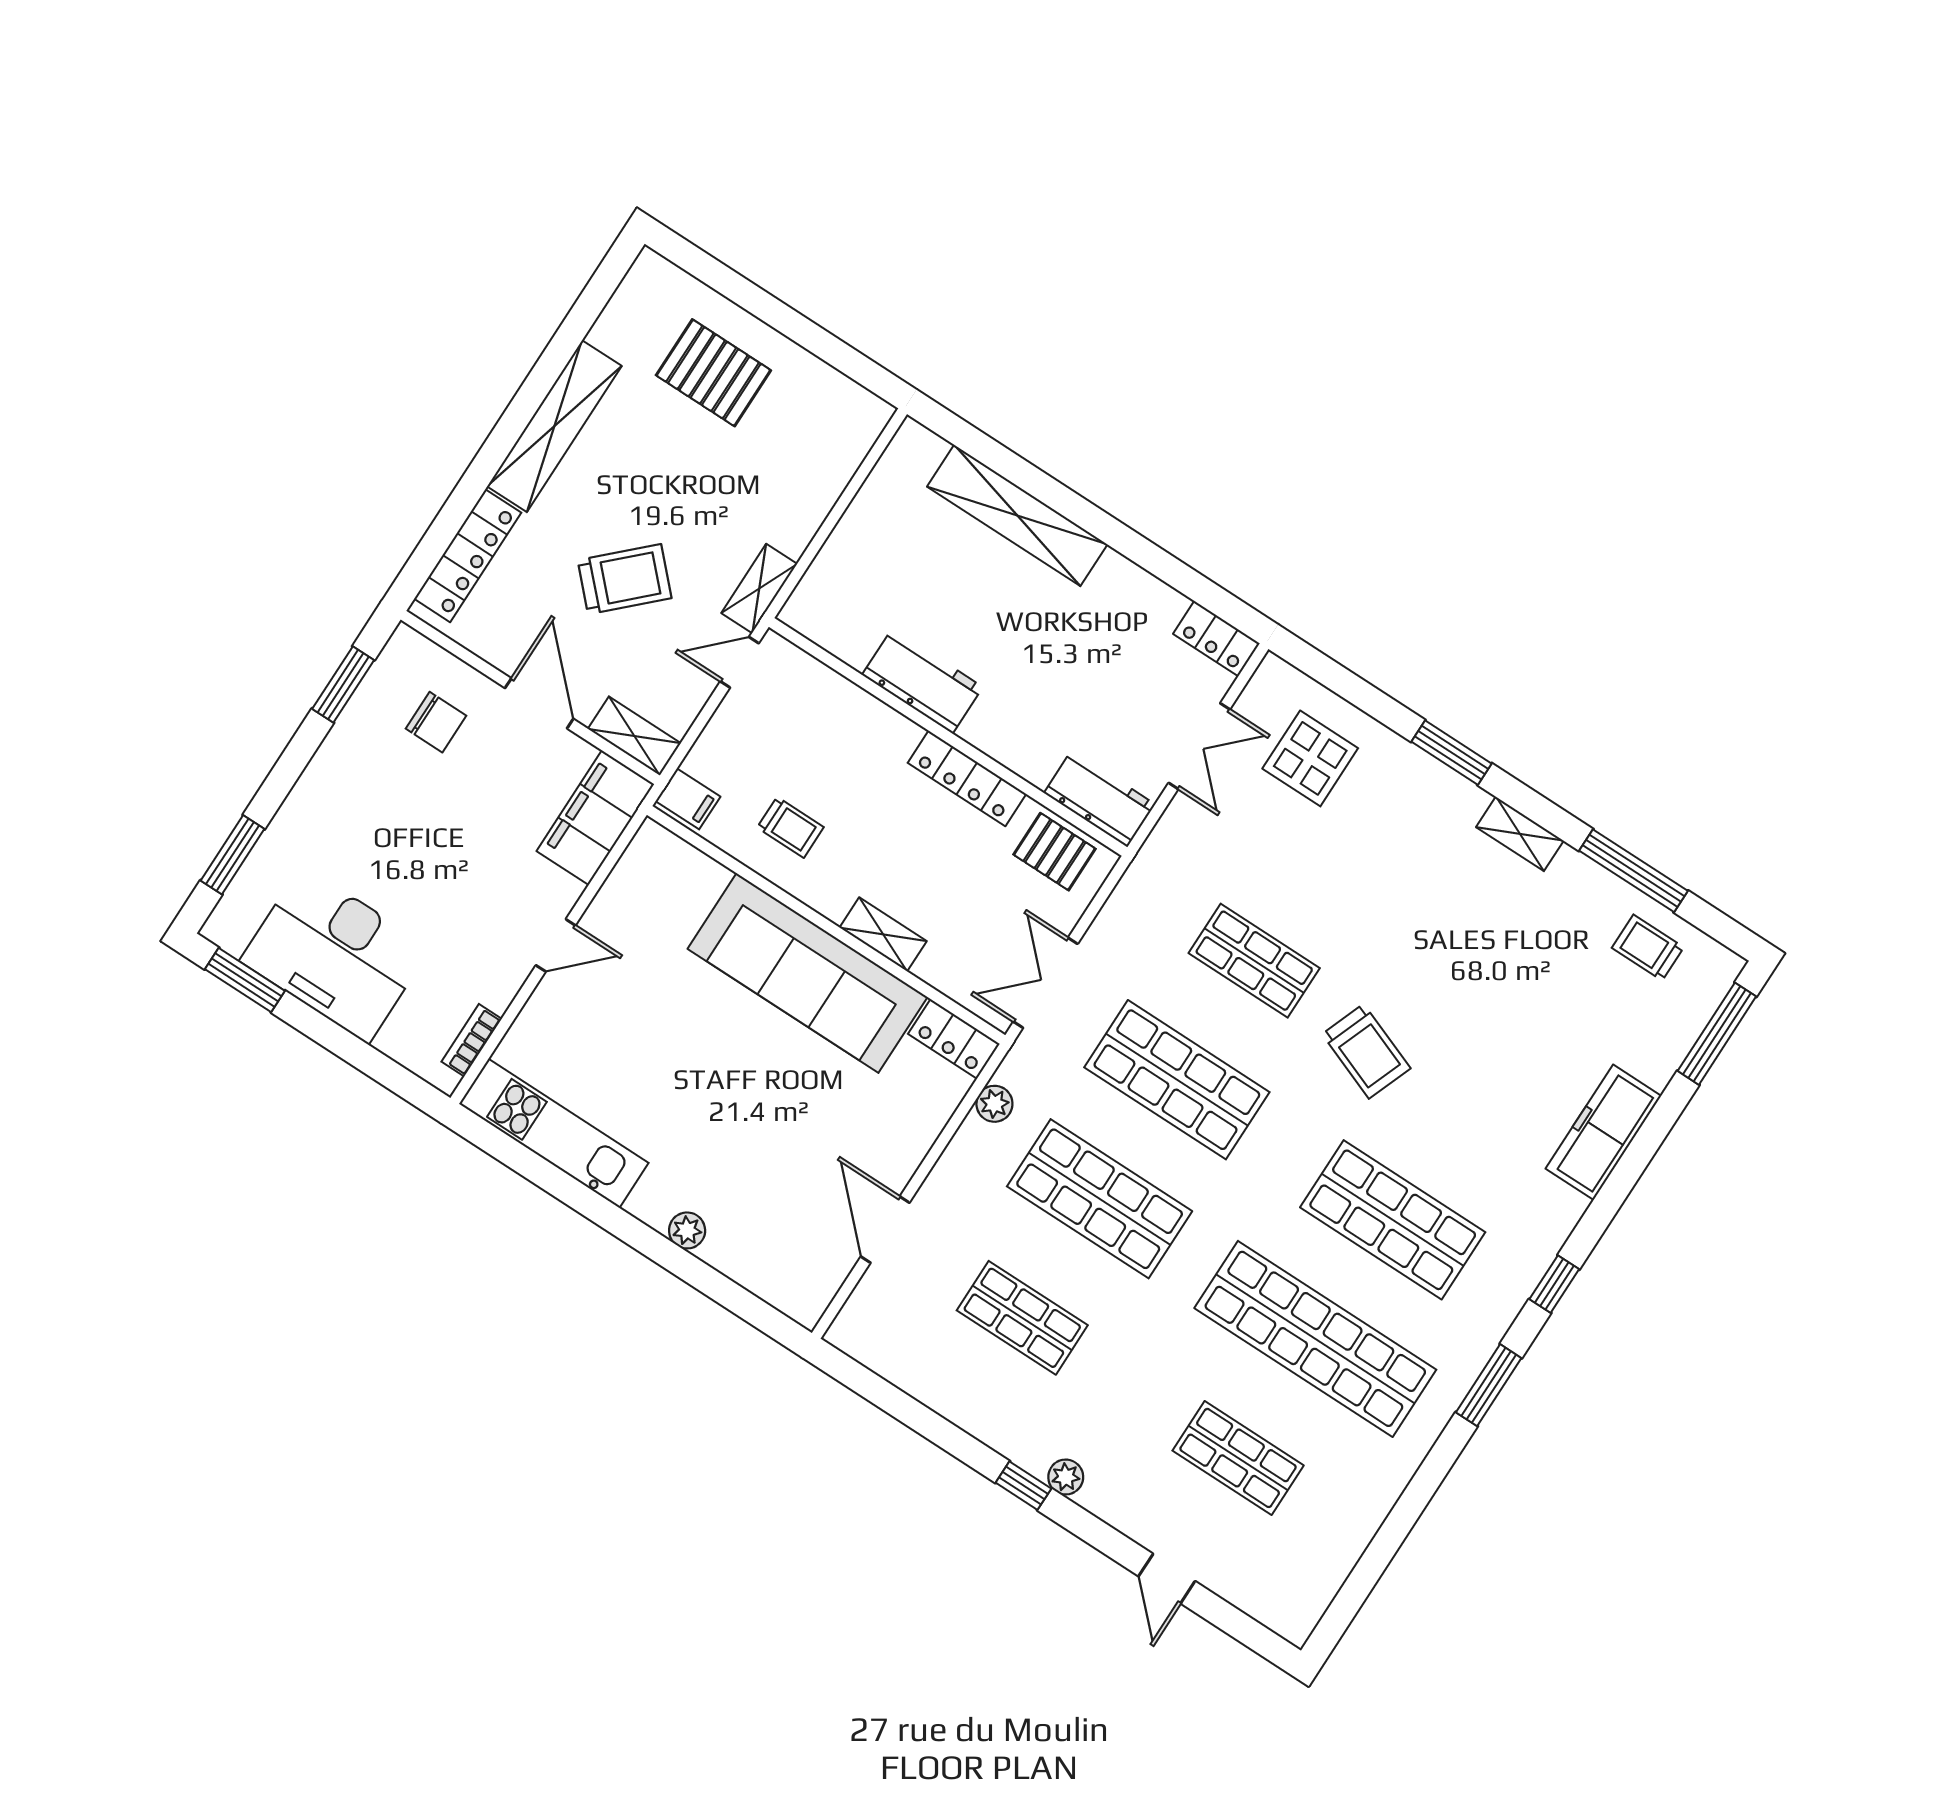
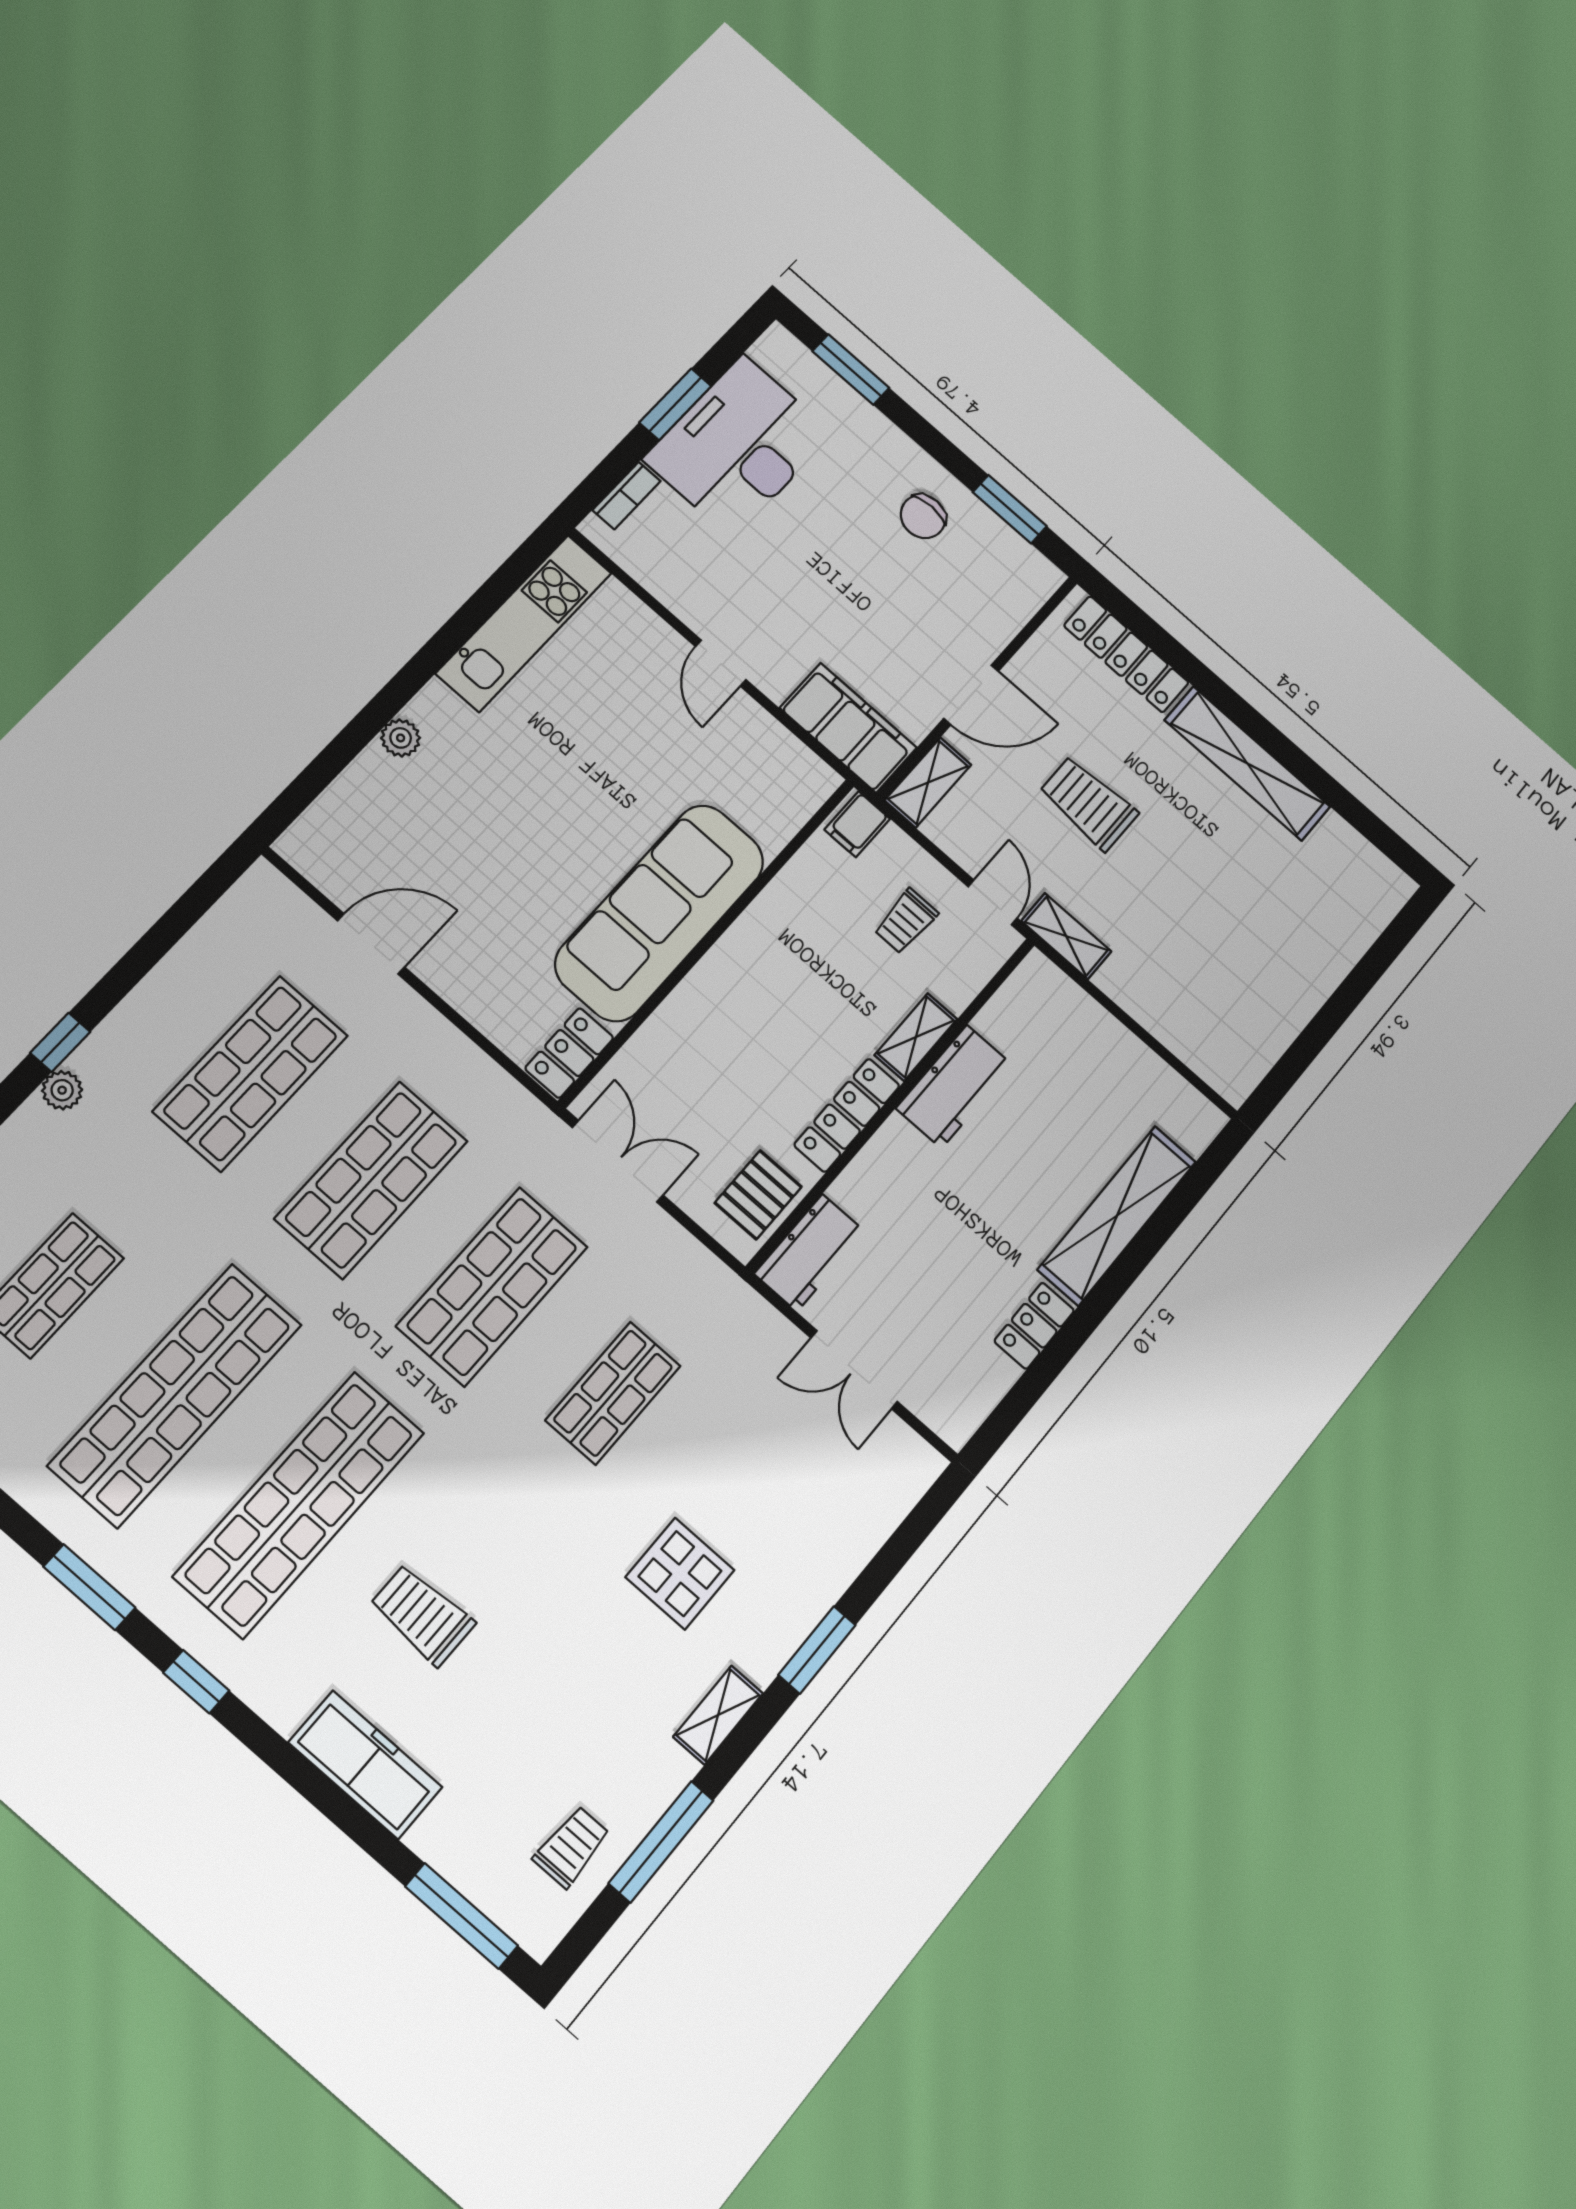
pallet: (713, 373) -> (1288, 930), removed
trolley: (625, 579) -> (1089, 803), turned 134
locker: (1216, 639) -> (1034, 1326), moved
chair: (436, 722) -> (923, 516), moved
display table: (1310, 758) -> (680, 1574), moved
trolley: (790, 827) -> (906, 921), moved
shelving: (883, 934) -> (916, 1037), moved
window: (245, 980) -> (675, 404), moved
bookcase: (472, 1040) -> (627, 496), moved, turned 90
trolley: (1366, 1051) -> (422, 1615), moved, turned 69
plant: (994, 1104) -> (493, 1084), removed
shop shelf: (1393, 1220) -> (299, 1504), width x1.40
shop shelf: (1022, 1318) -> (251, 1073), width x1.43, depth x1.36

